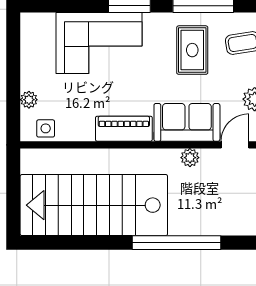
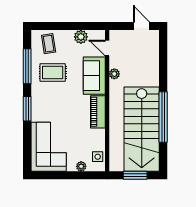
corner sofa: (99, 43) -> (49, 147), moved
window: (13, 194) -> (135, 175), added
window: (177, 243) -> (163, 117), moved

